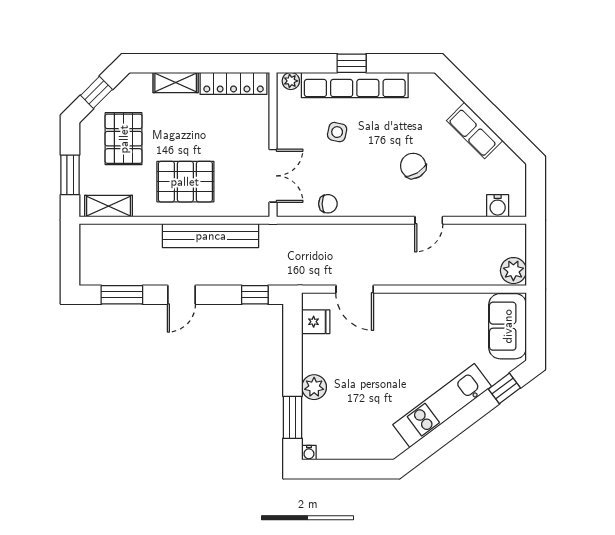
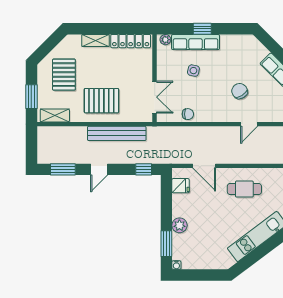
row of seats: (355, 85) -> (196, 42), width x0.73
window: (96, 92) -> (47, 47), removed
cafe table: (421, 327) -> (244, 189), added

